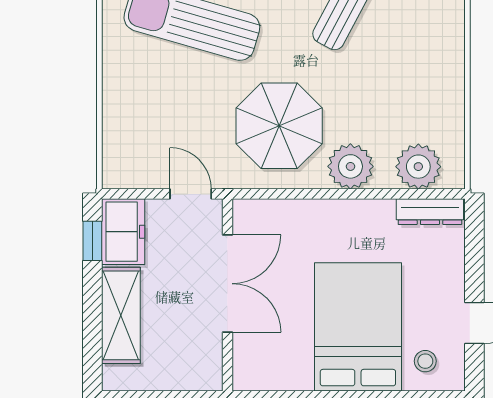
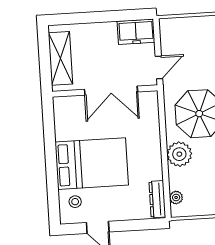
plant: (418, 167) -> (176, 197), width x0.53, depth x0.53
window: (92, 241) -> (130, 15), removed
shelving: (121, 315) -> (60, 58), moved, turned 90

